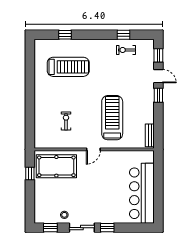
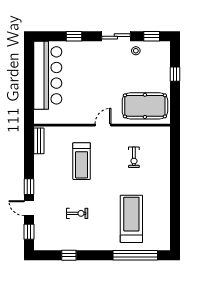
window: (65, 35) -> (135, 255), width x3.17
exercise bike: (126, 50) -> (77, 213), moved
treadmill: (68, 67) -> (131, 219), turned 90
treadmill: (112, 118) -> (82, 161), width x0.73, depth x0.73
window: (30, 173) -> (175, 74), moved
window: (107, 228) -> (74, 36), moved

